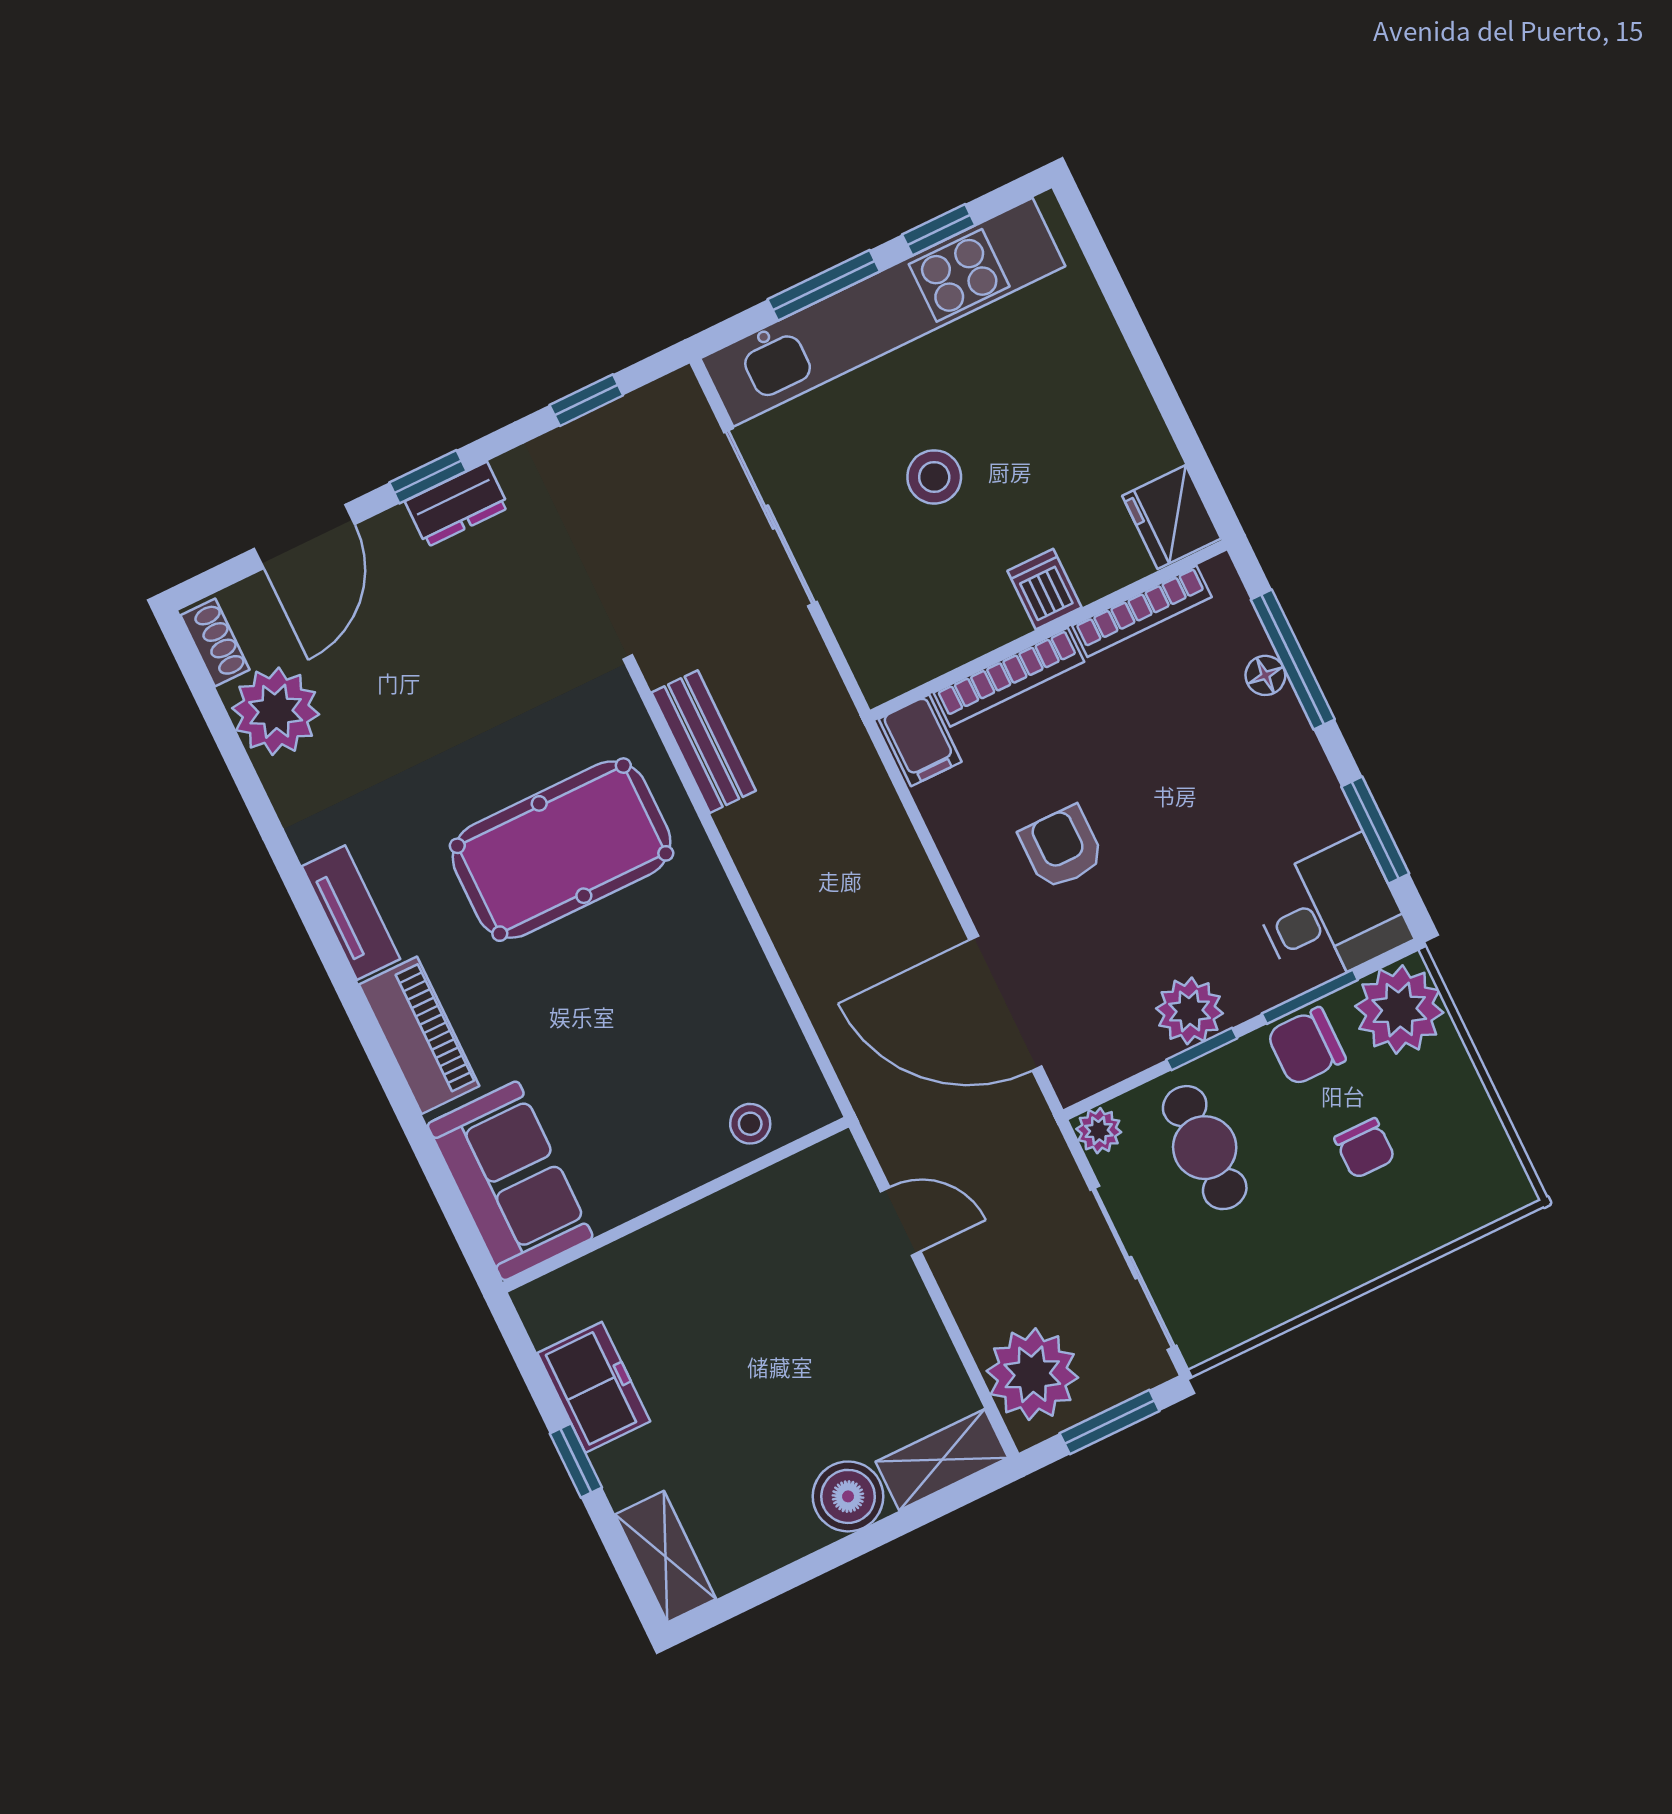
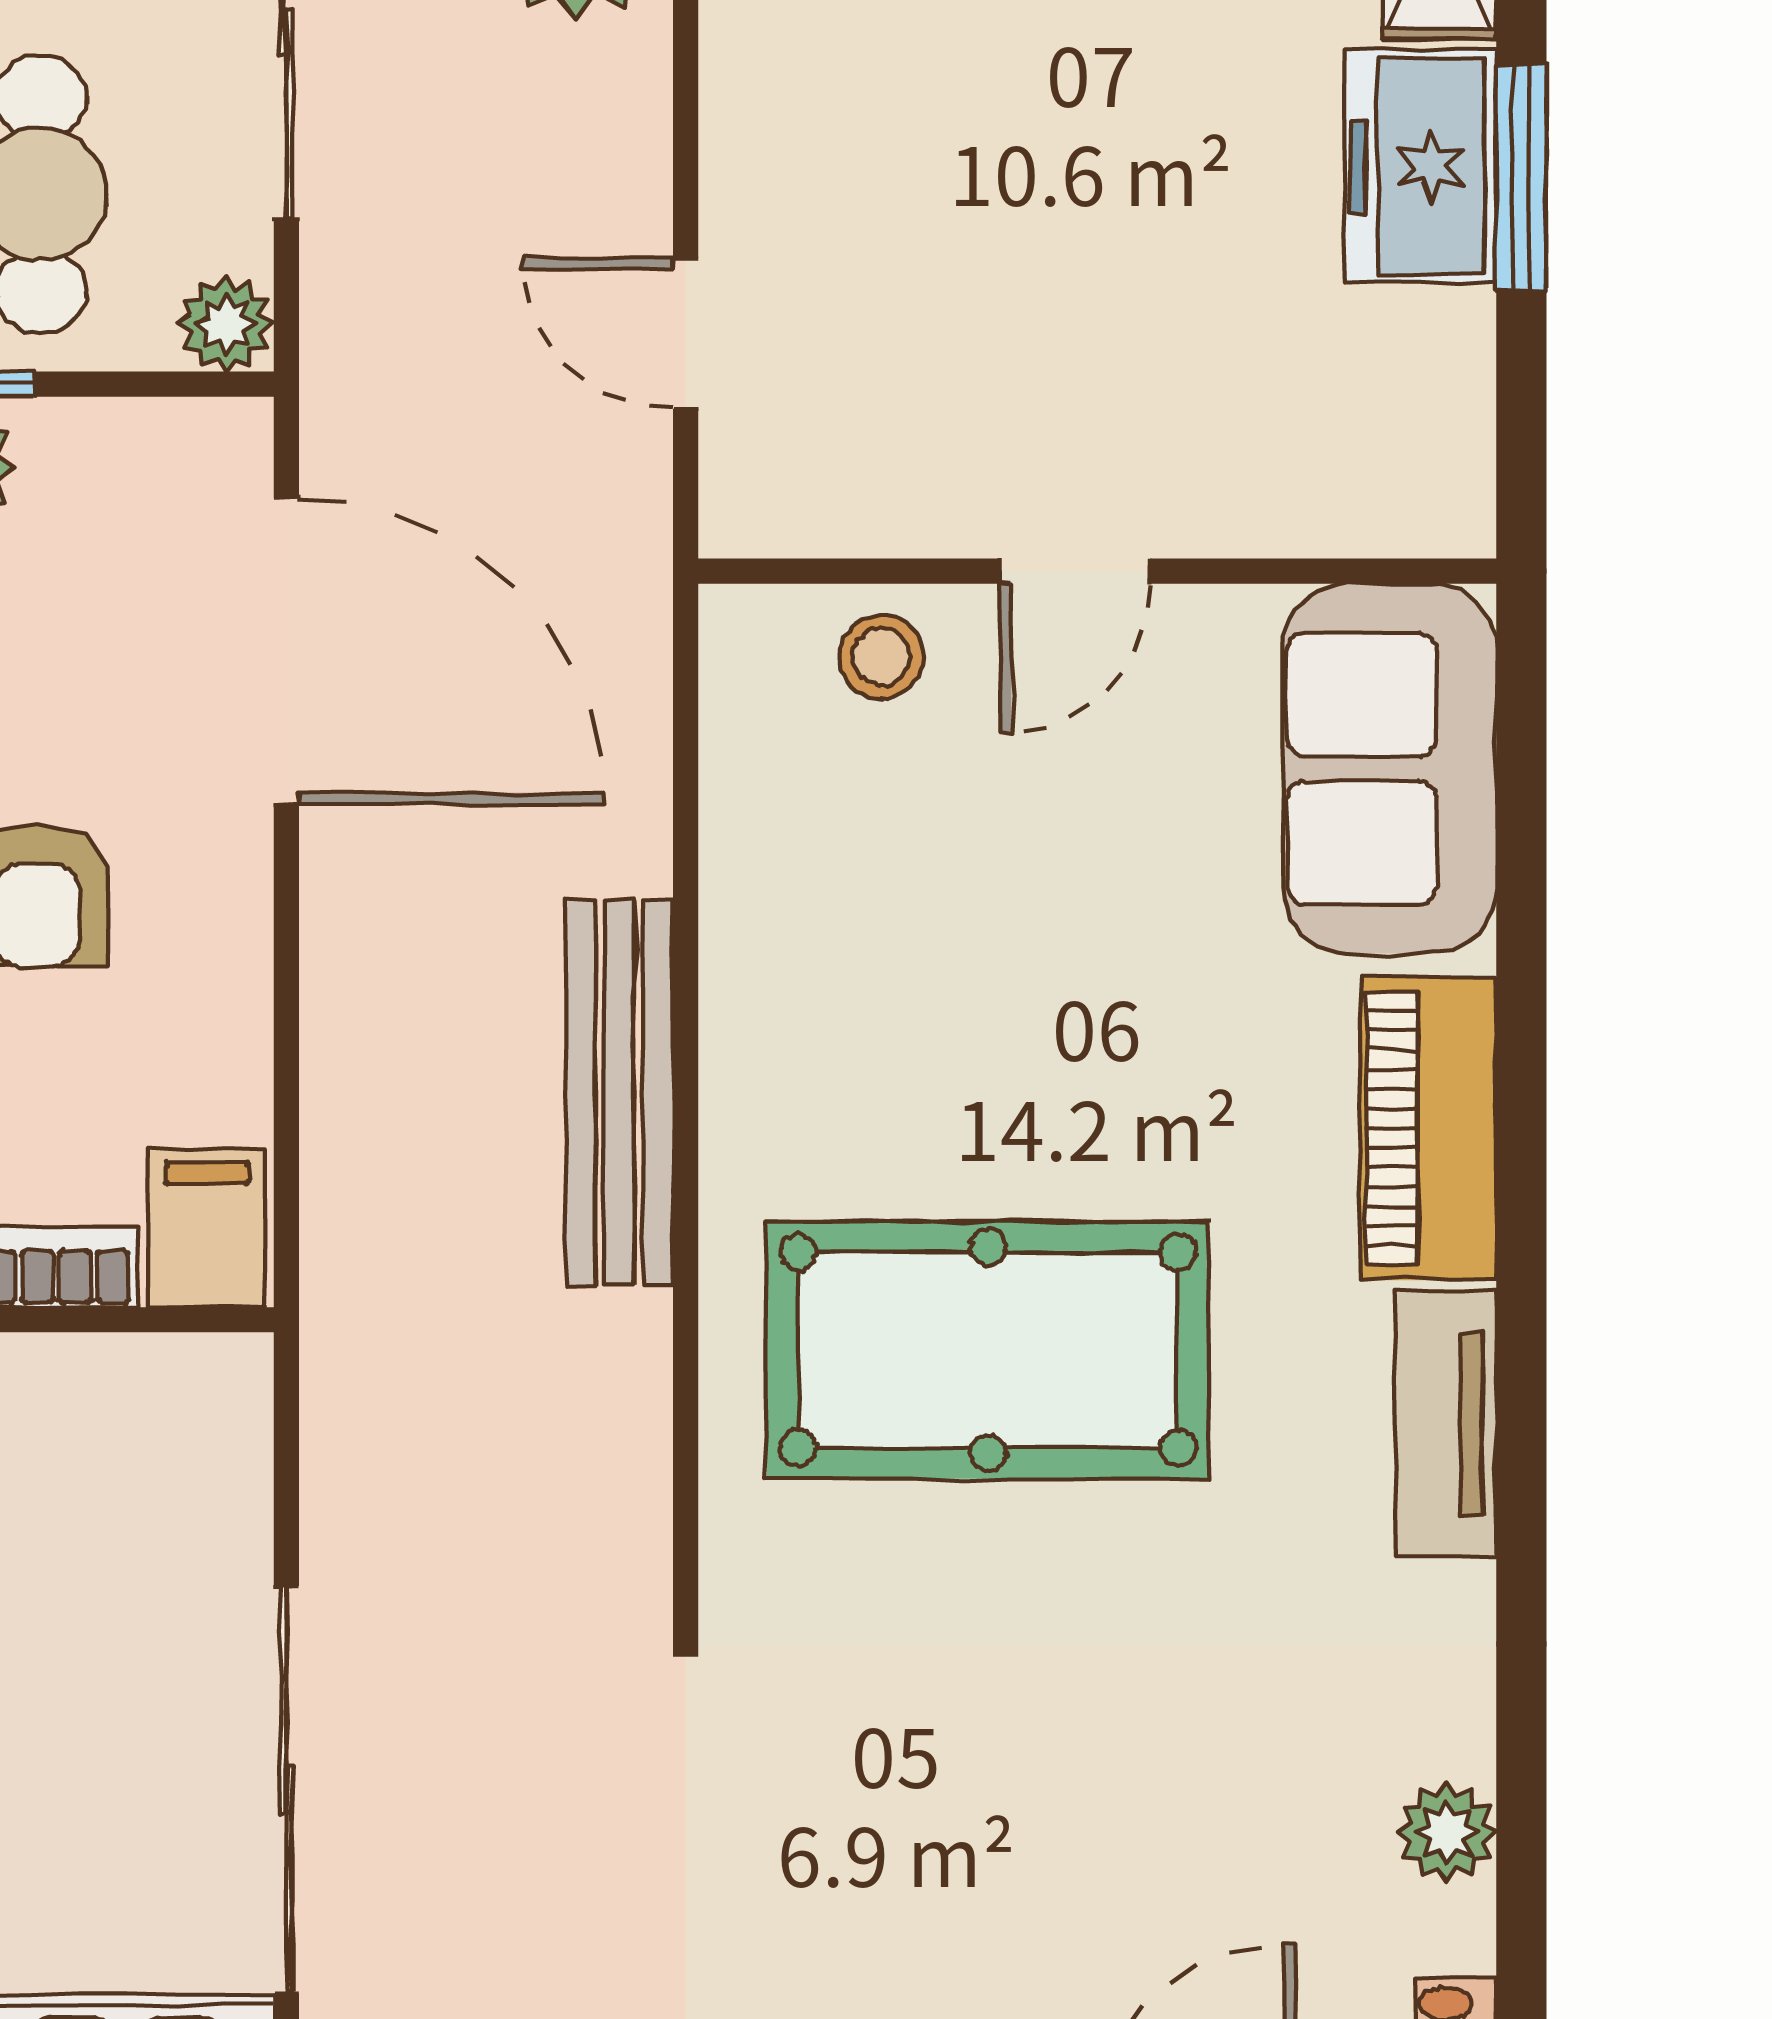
plant: (276, 711) -> (1447, 1832), width x0.53, depth x0.53
bench: (704, 742) -> (619, 1093), moved, width x1.36
door: (685, 1200) -> (1075, 571), added
freezer: (594, 1387) -> (1420, 166), moved
window: (576, 1460) -> (1521, 177), width x1.50

